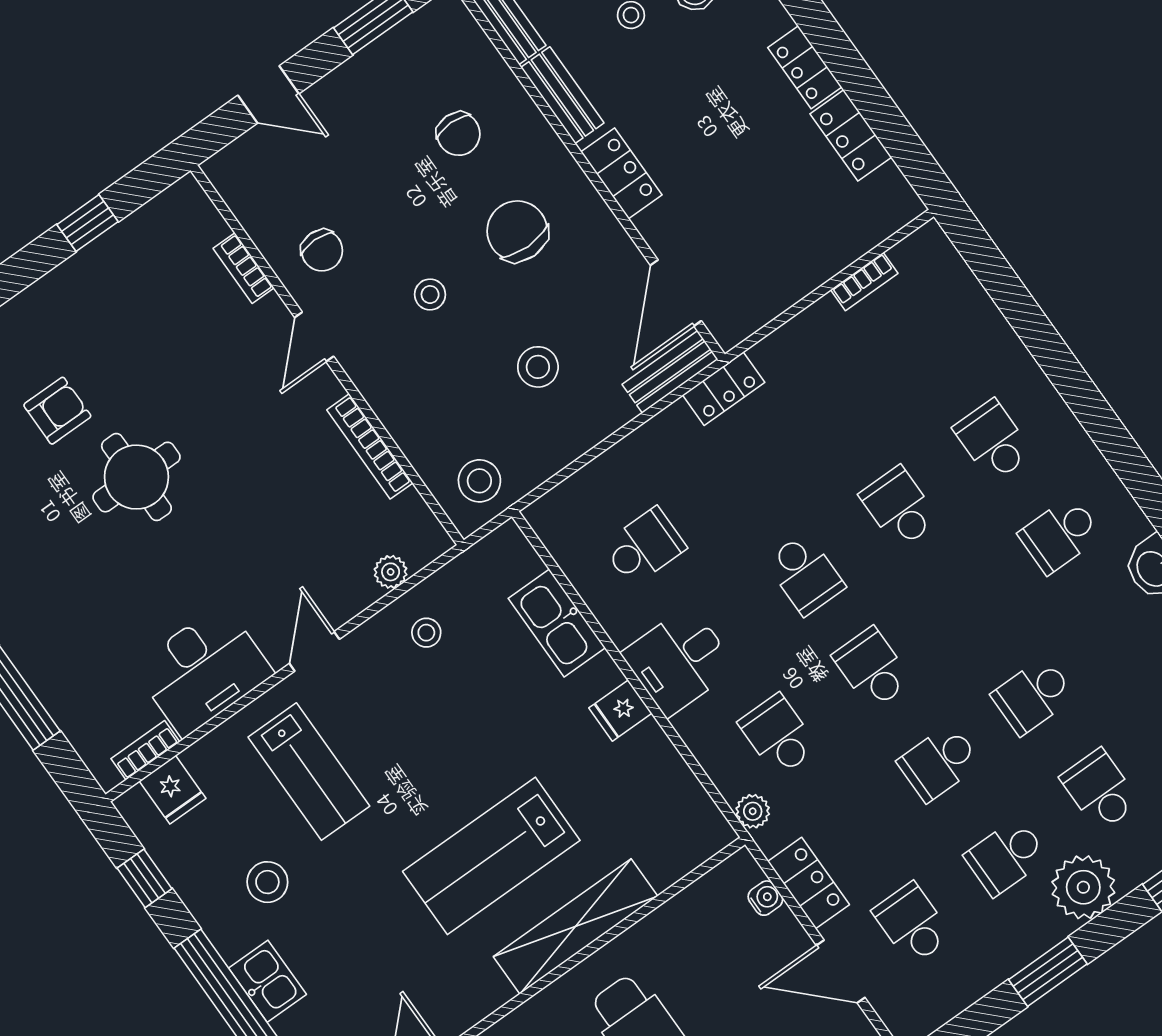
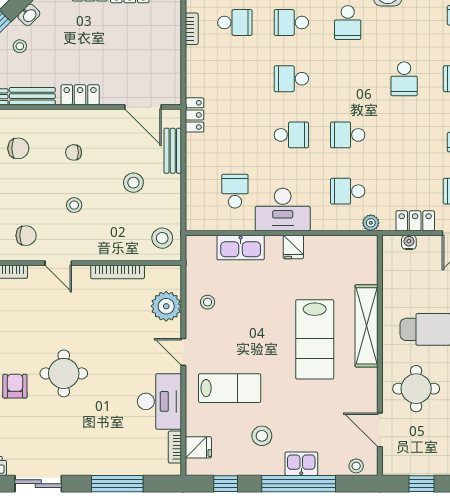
chair: (517, 231) -> (74, 152), width x0.54, depth x0.54
bench: (670, 372) -> (173, 151), moved
plant: (391, 572) -> (166, 306), width x1.87, depth x1.87
desk: (679, 661) -> (283, 210), width x1.37
school desk: (939, 763) -> (235, 23), moved, turned -90

